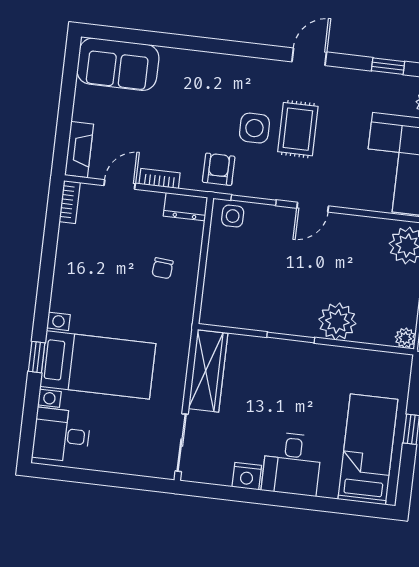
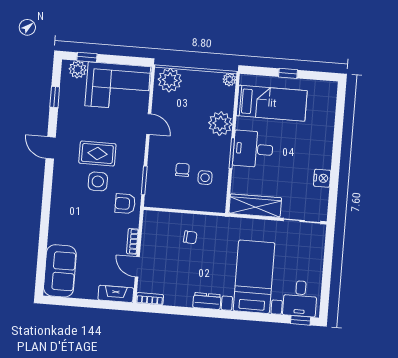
dresser: (186, 207) -> (207, 301), moved, turned -90
door: (313, 207) -> (149, 124), moved
side table: (233, 216) -> (205, 178), moved
chair: (268, 260) -> (182, 170), added
window: (37, 357) -> (301, 320), moved
bed: (368, 449) -> (272, 103), moved, turned 180
desk: (292, 464) -> (253, 149), moved, turned 180

